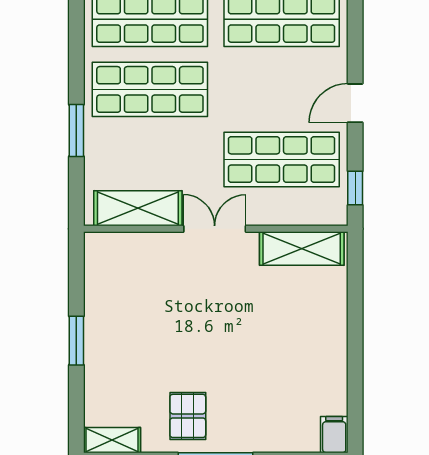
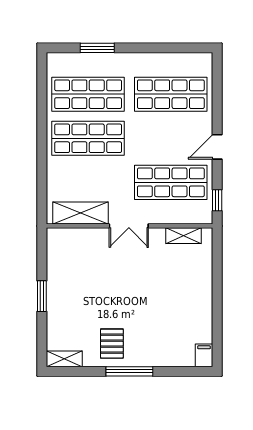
window: (76, 130) -> (42, 164), removed
double door: (215, 229) -> (129, 226), swing flipped
shelving: (302, 248) -> (184, 236), width x0.67, depth x0.75

